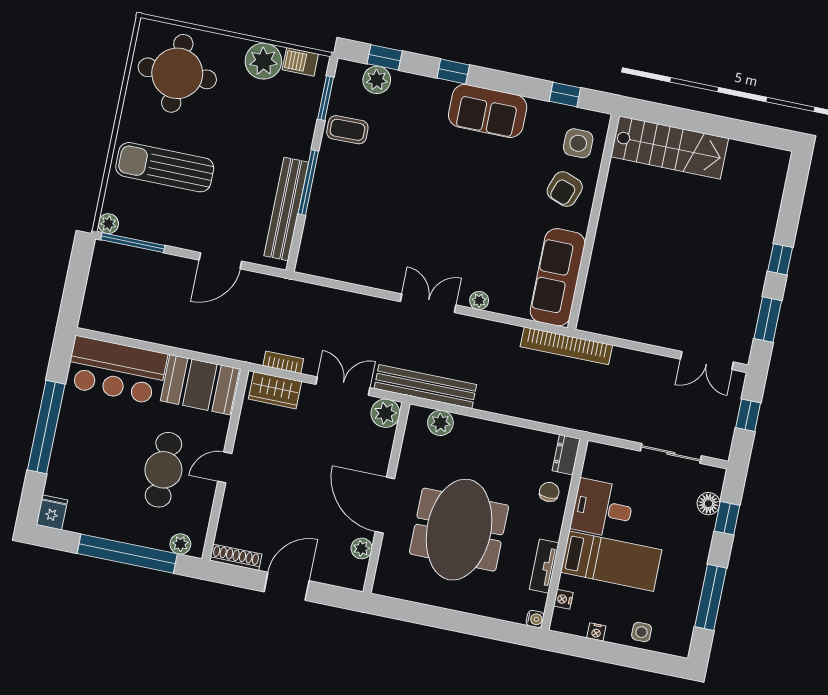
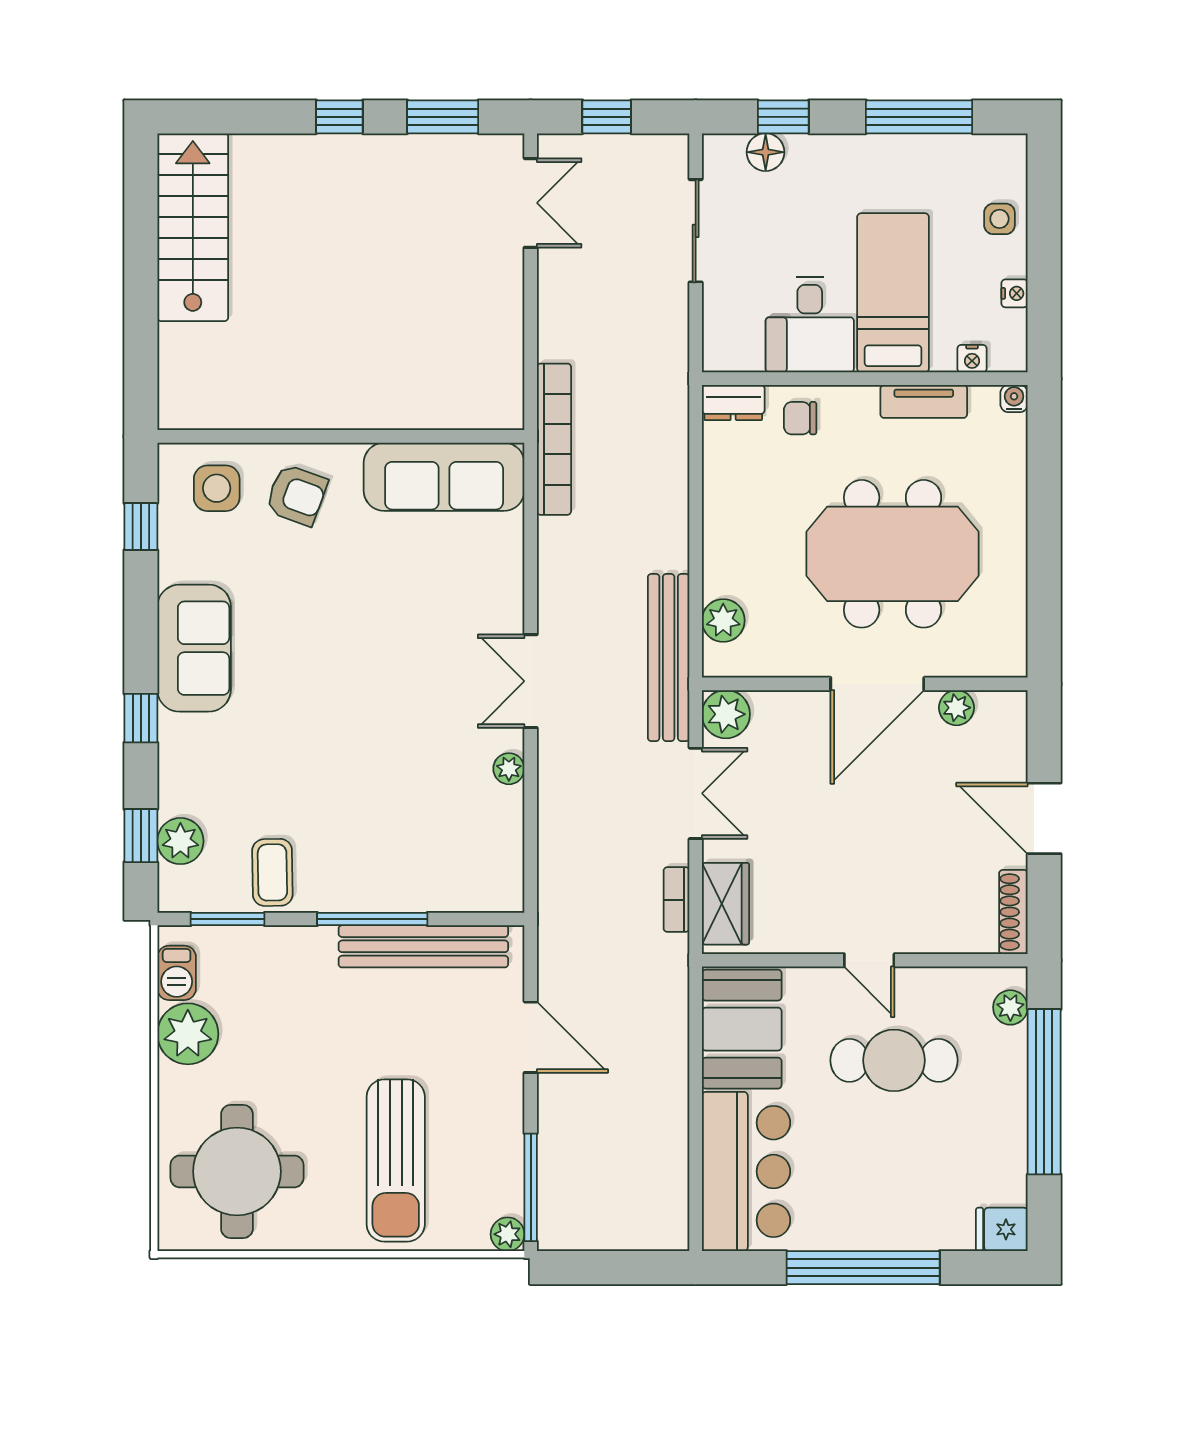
stairs: (670, 148) -> (193, 227), moved
plant: (479, 301) -> (509, 769), moved
double door: (343, 386) -> (696, 793), swing flipped

